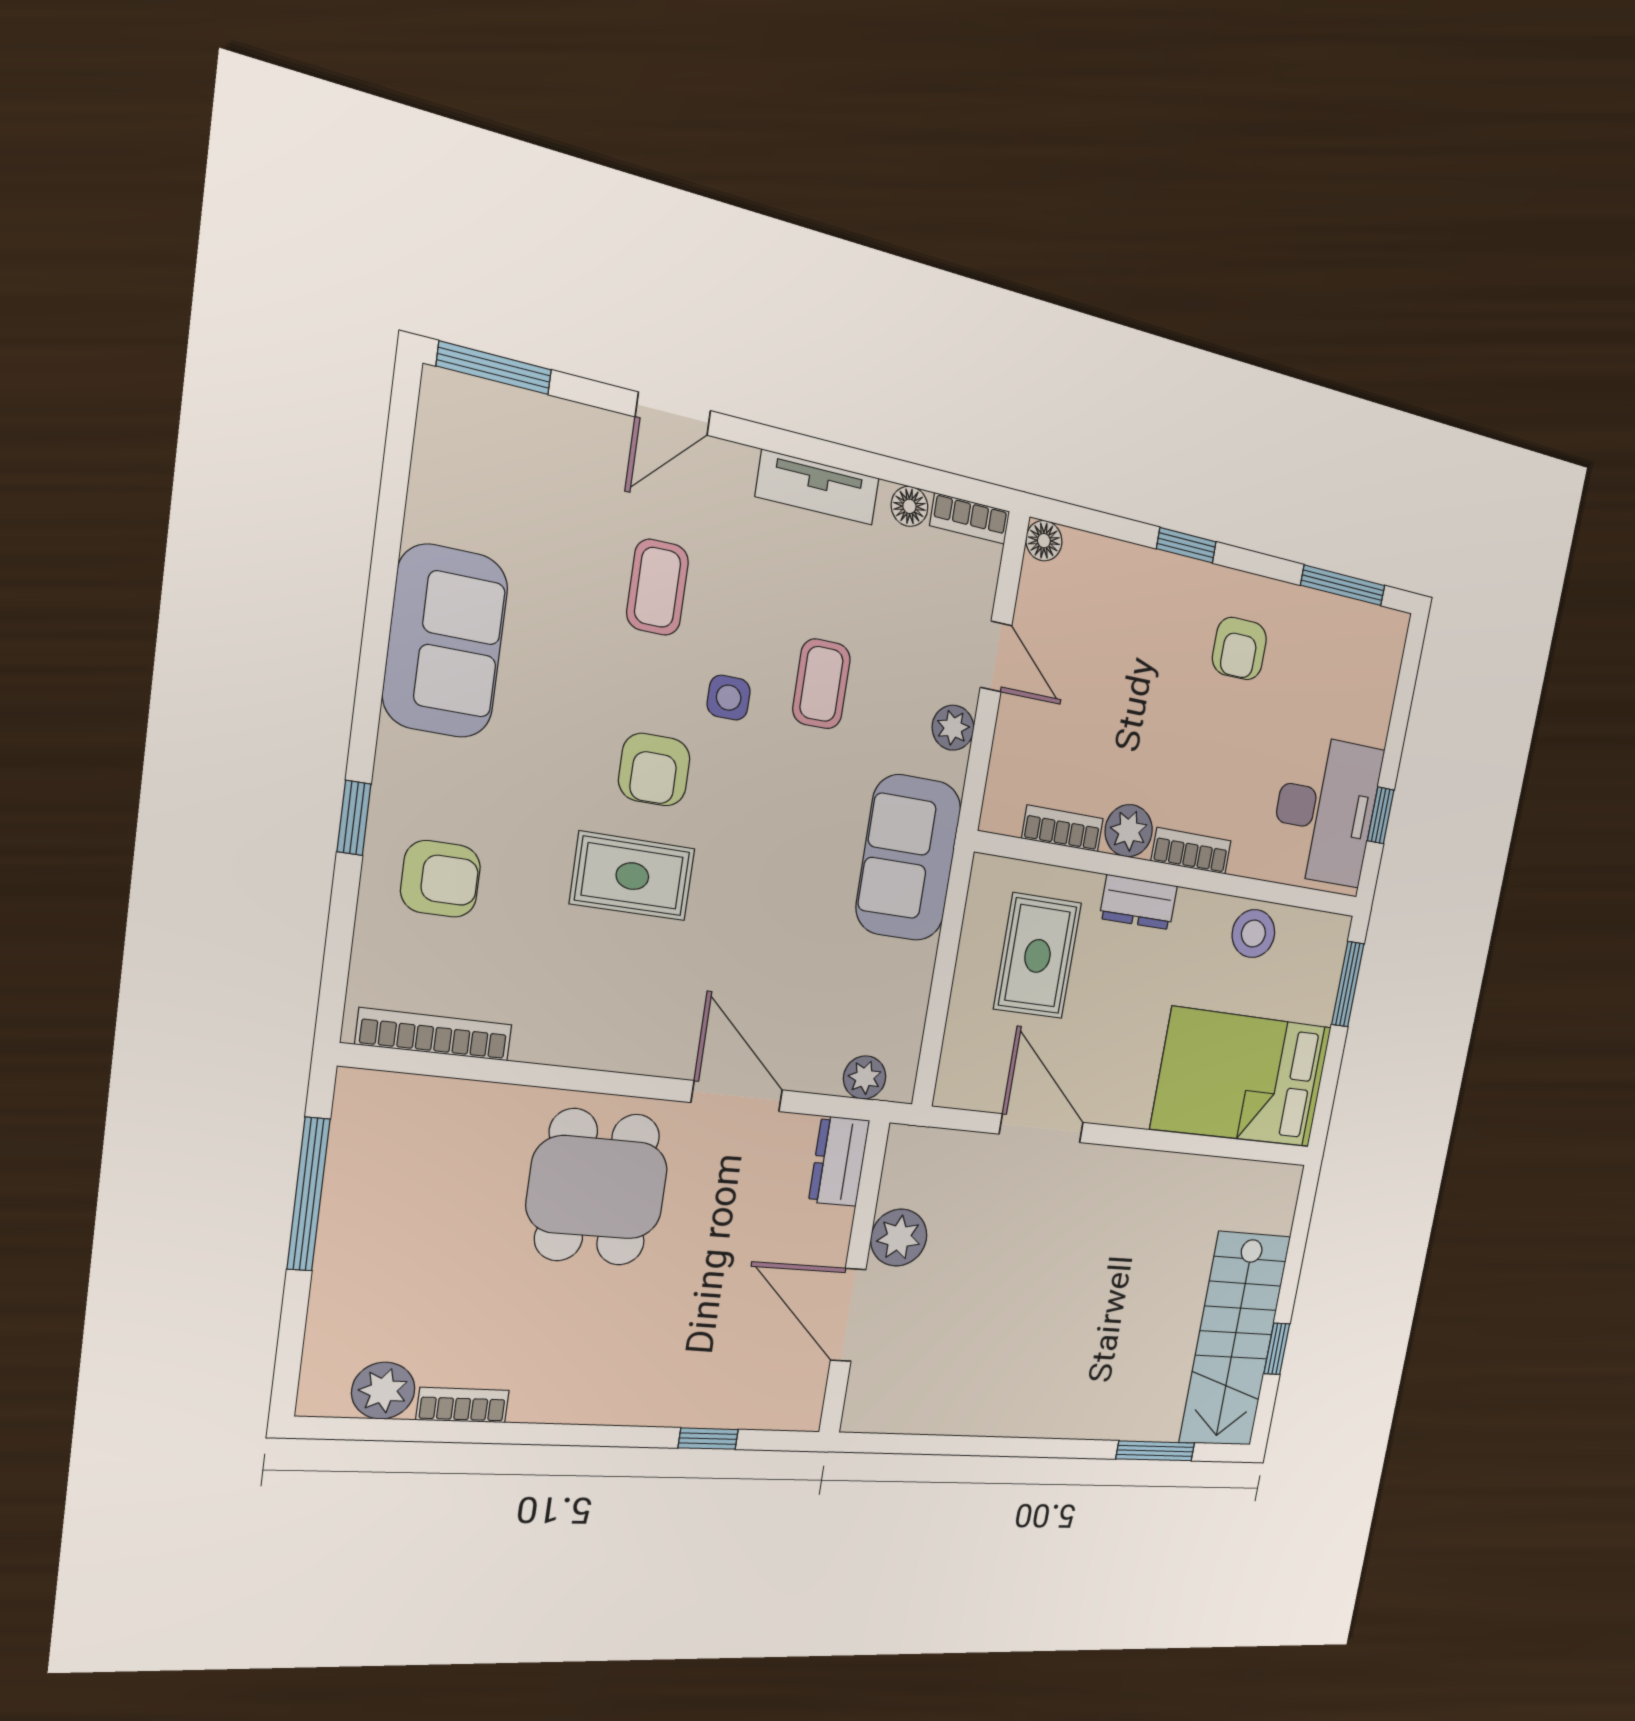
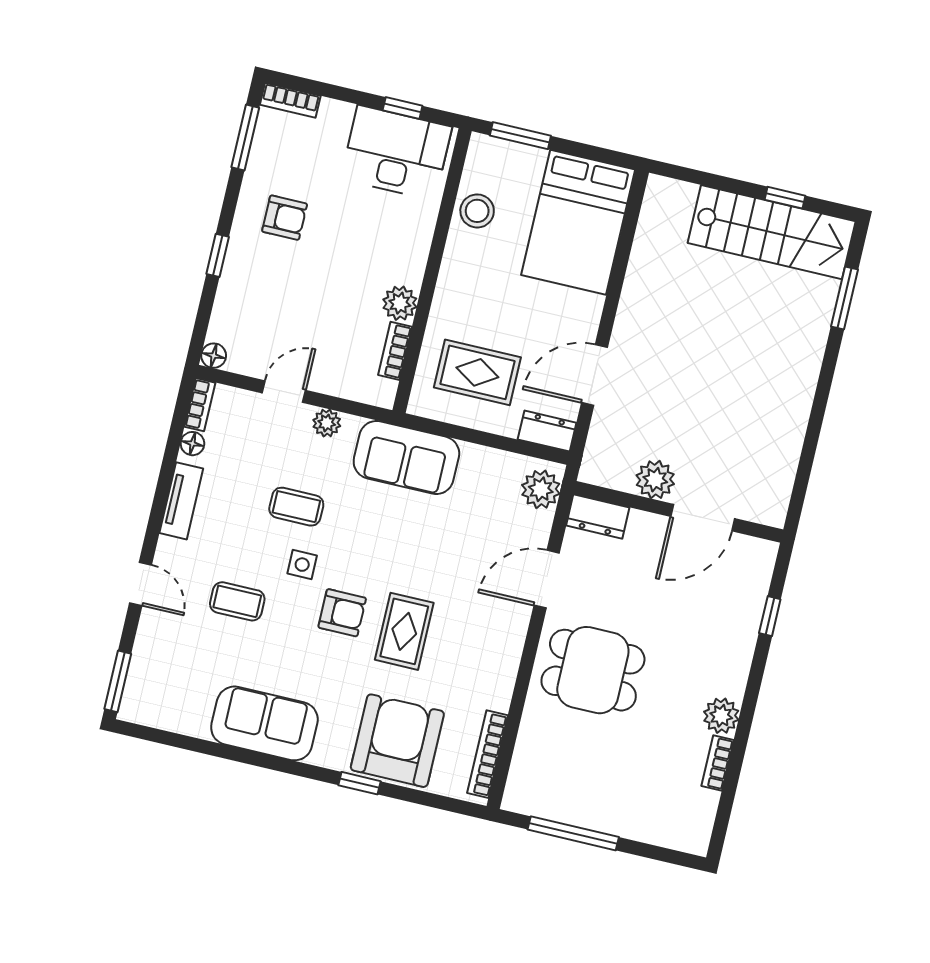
bookcase: (1191, 851) -> (290, 100), moved, turned -90
armchair: (440, 879) -> (397, 741), width x1.88, depth x1.88
dresser: (1138, 902) -> (547, 431), moved, turned -90
plant: (865, 1078) -> (541, 489), width x1.38, depth x1.38
plant: (383, 1391) -> (721, 716), moved

